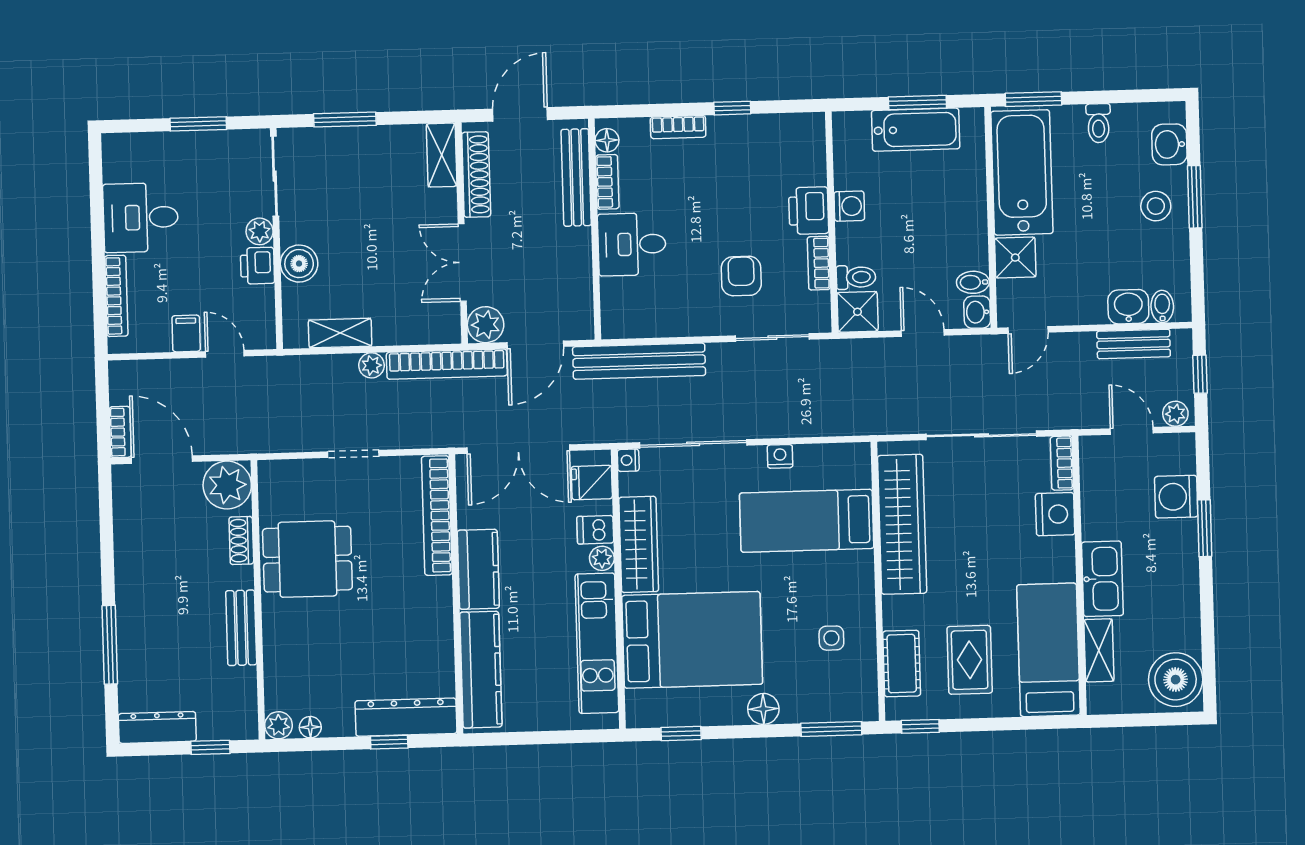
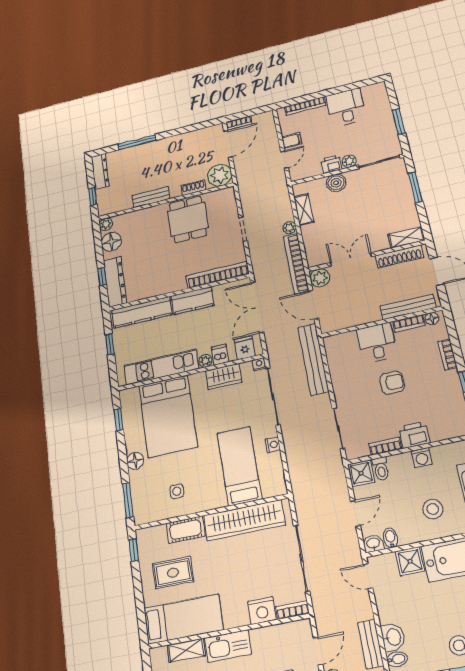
stool: (938, 205) -> (433, 509), added
armchair: (741, 276) -> (392, 383), moved
wardrobe: (639, 544) -> (224, 376), width x0.67
cot: (902, 664) -> (186, 530), moved
floor lamp: (310, 727) -> (111, 242), width x1.89, depth x1.89
window: (532, 738) -> (110, 344), added

